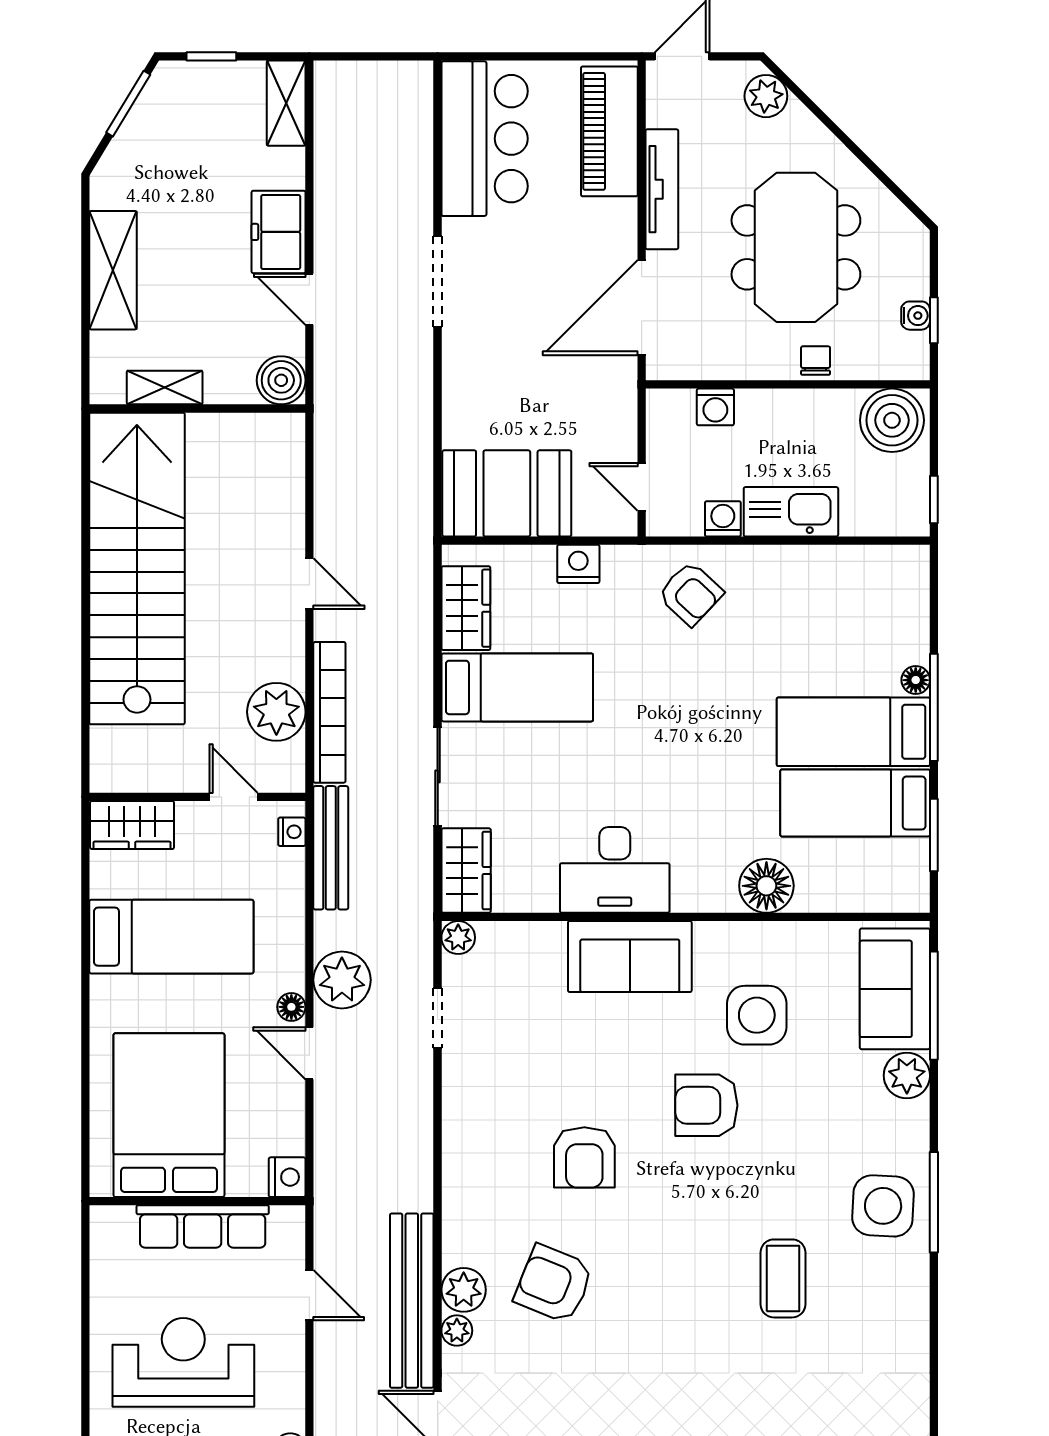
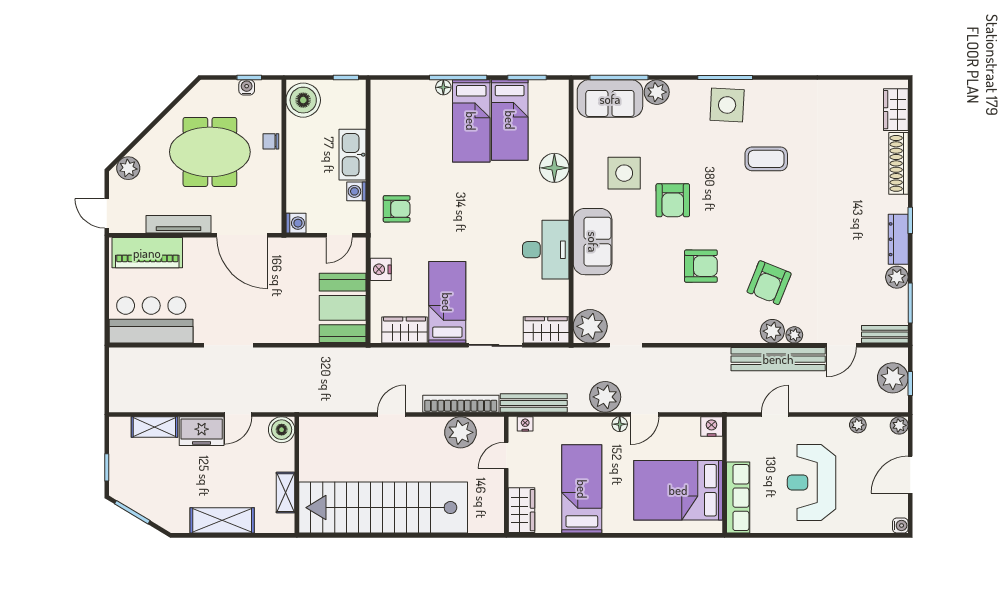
shelving: (286, 103) -> (154, 427), moved
washing machine: (715, 407) -> (296, 223), moved
armchair: (690, 594) -> (397, 209), turned 47
plant: (458, 938) -> (590, 326), width x1.88, depth x1.88
row of seats: (203, 1226) -> (738, 498), moved

